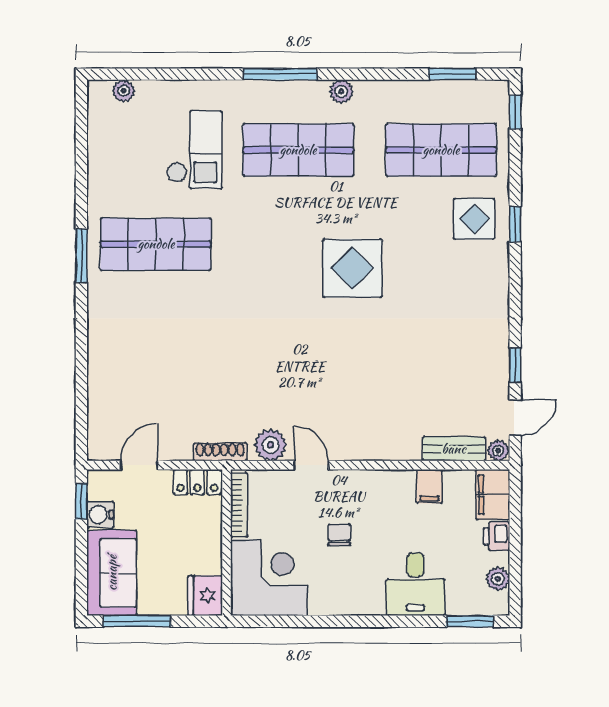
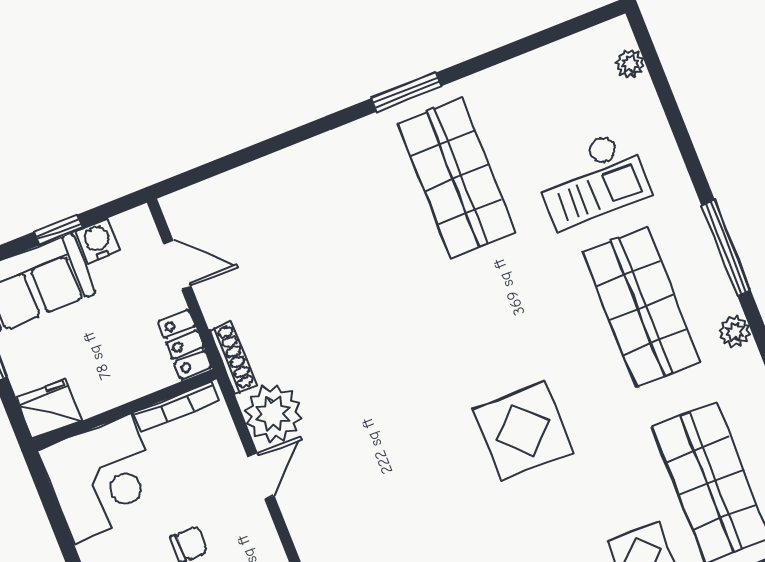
plant: (271, 445) -> (273, 414), width x1.36, depth x1.36
window: (81, 501) -> (58, 230), moved

